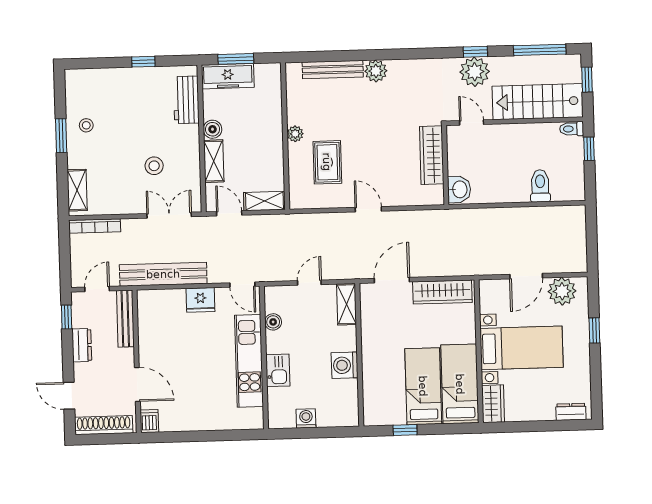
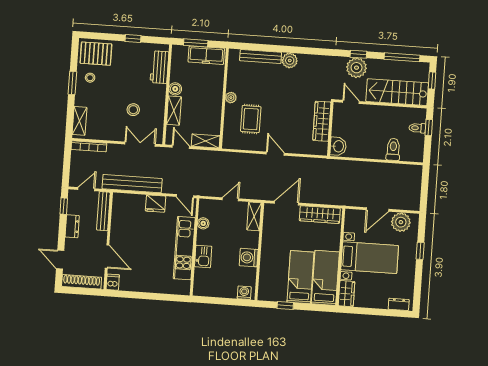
freezer: (228, 76) -> (206, 55), moved
pallet: (91, 89) -> (96, 54), added
toilet: (572, 129) -> (417, 128), moved
washing machine: (306, 418) -> (244, 293), moved

